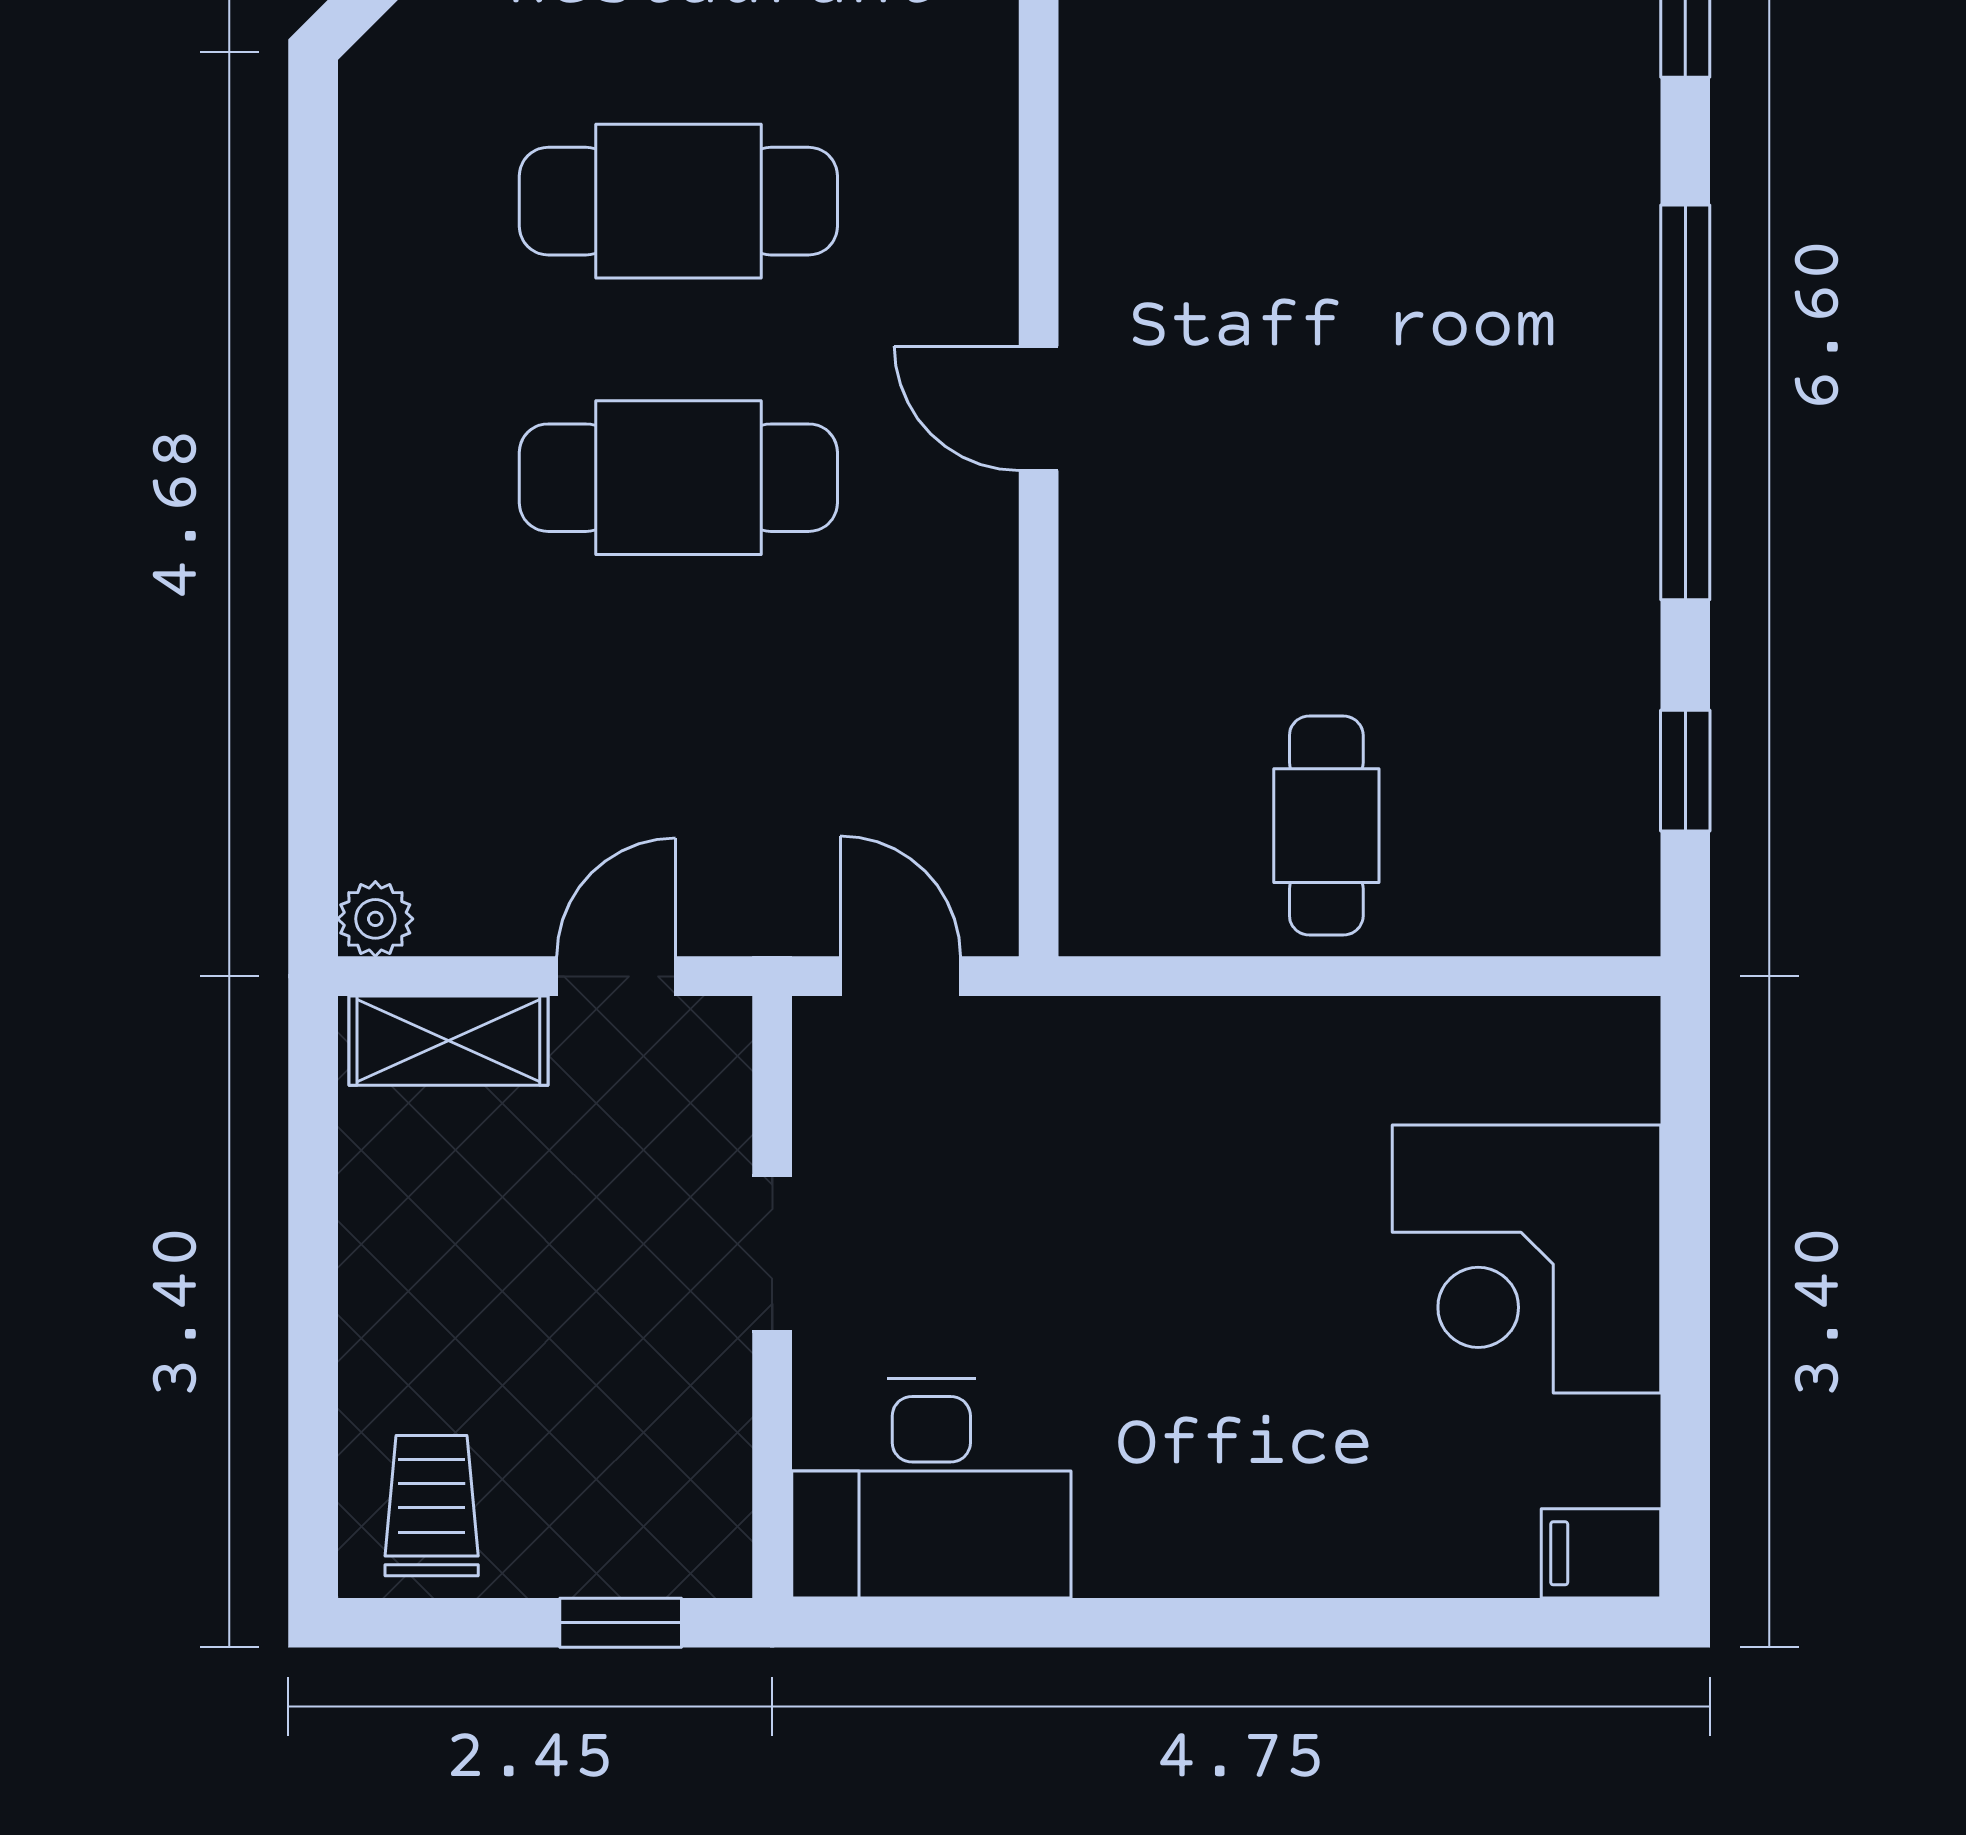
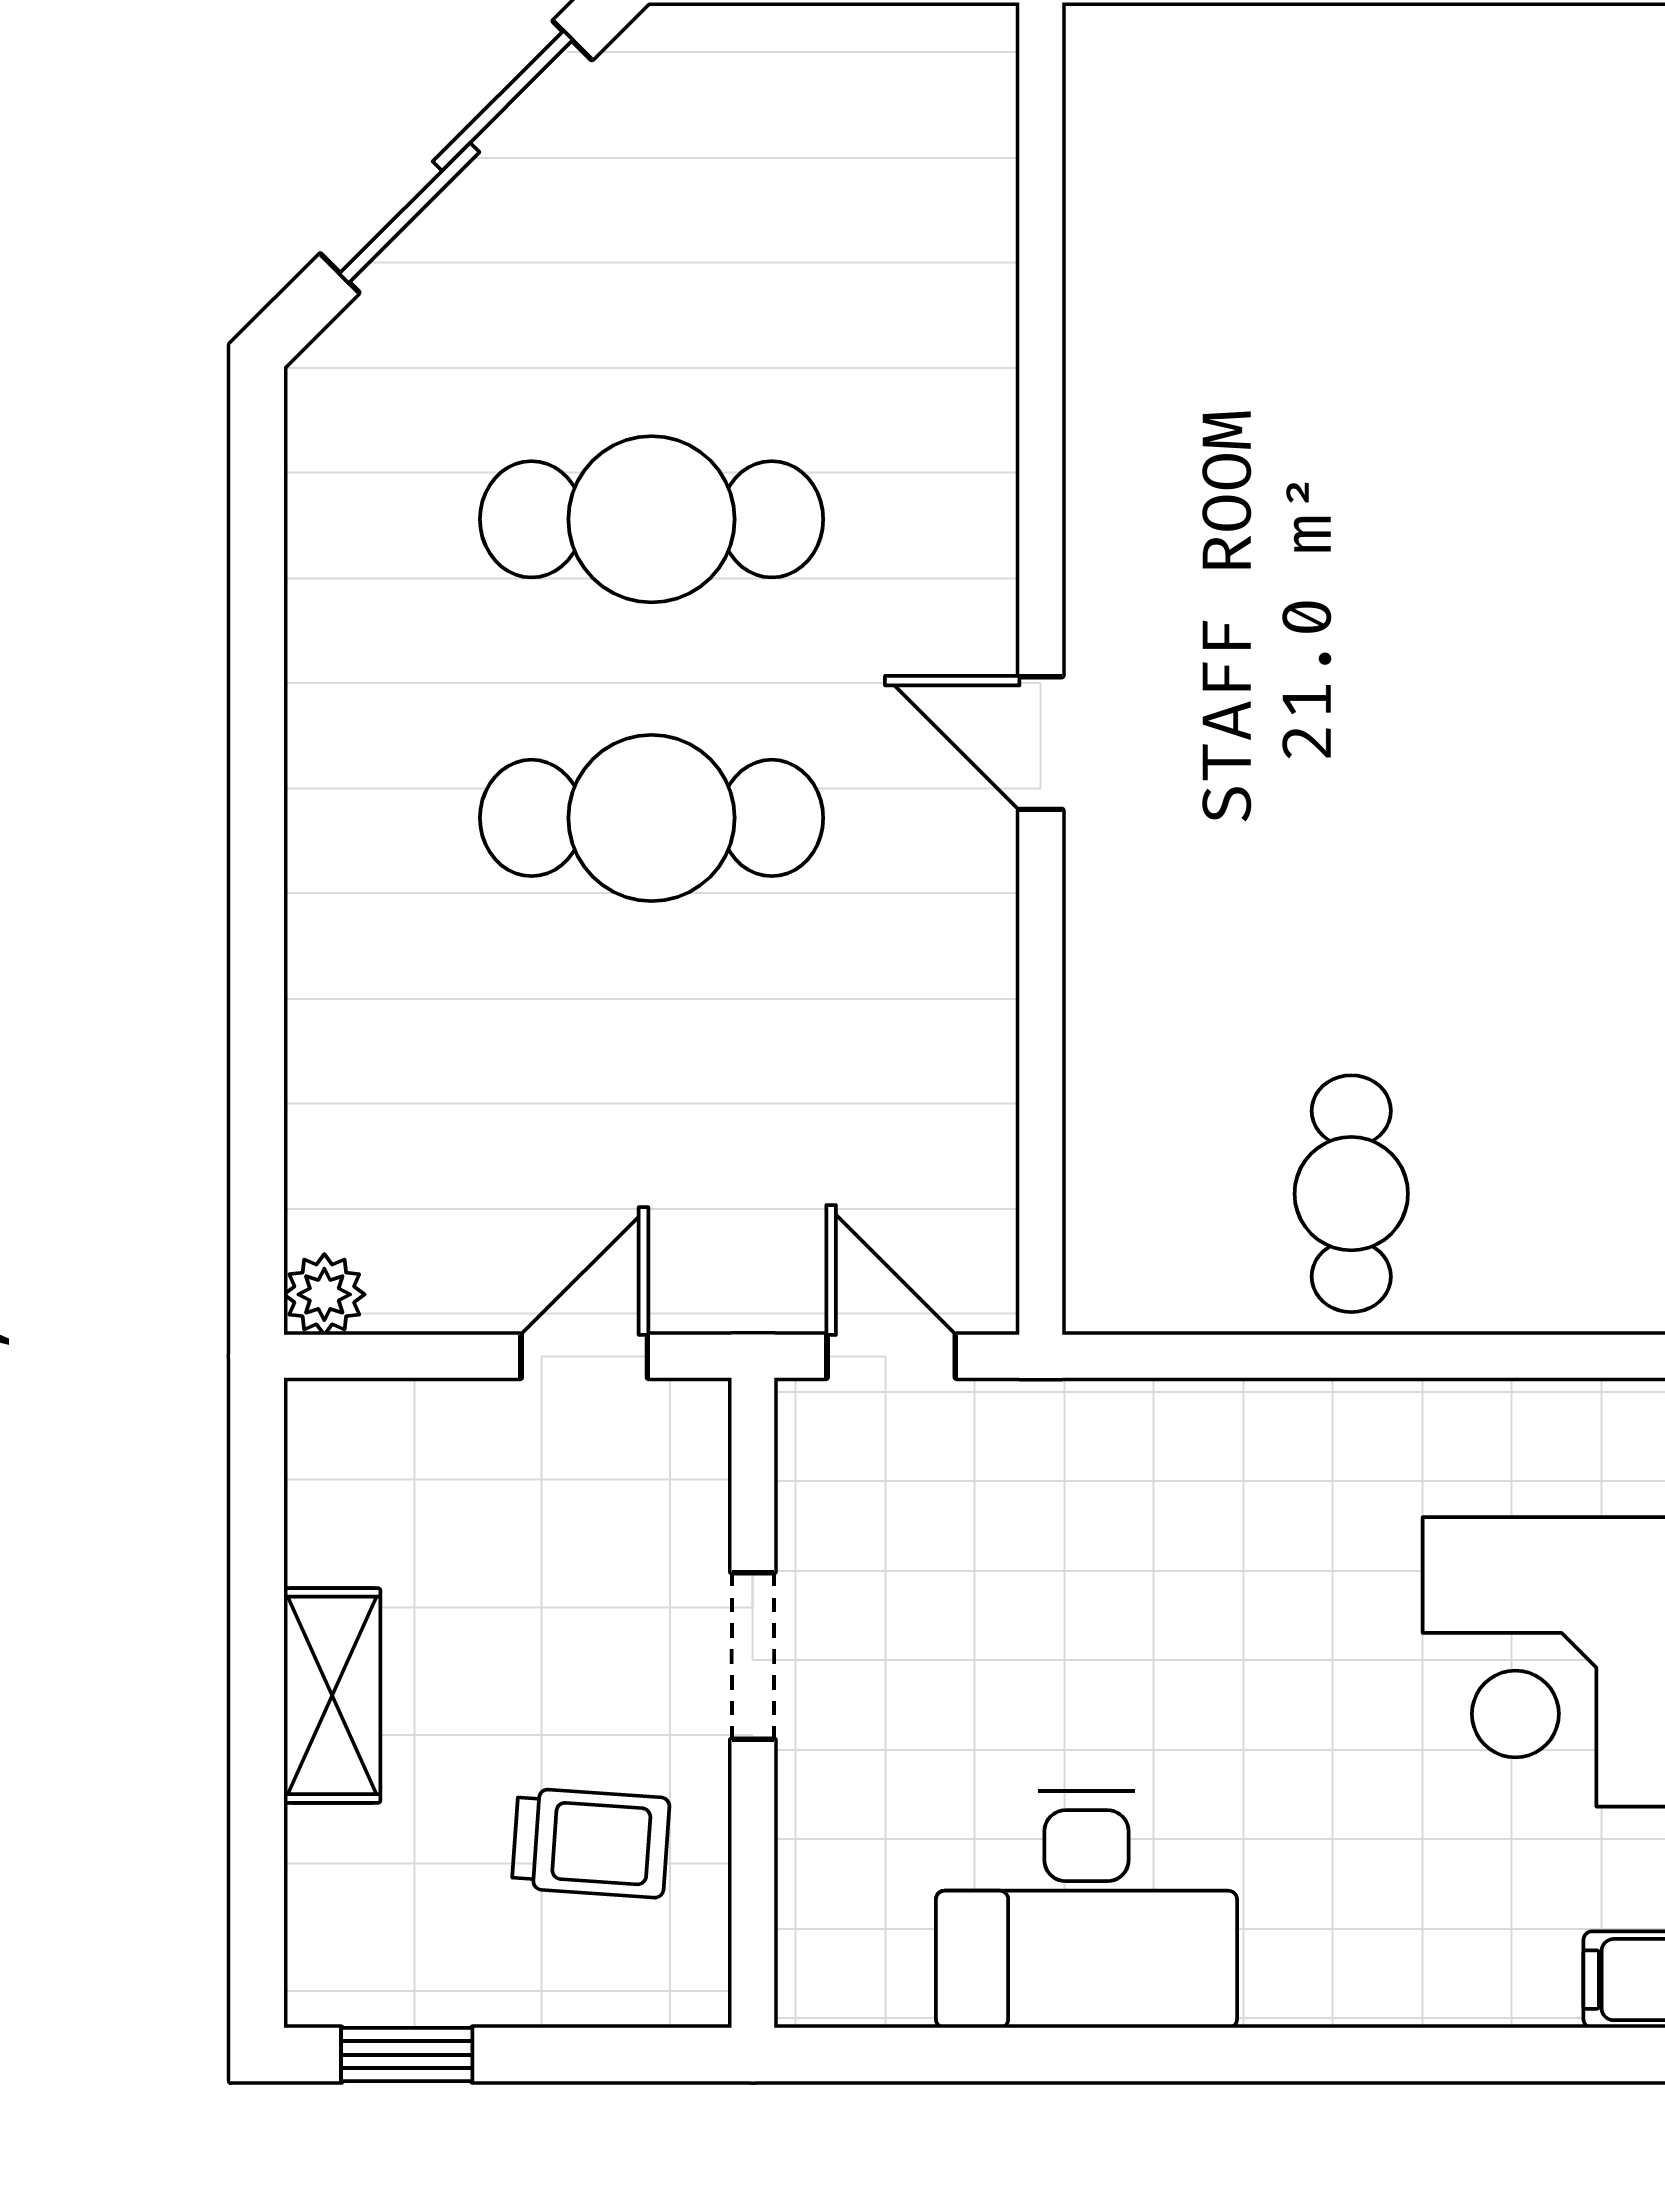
shelving: (448, 1041) -> (332, 1695), moved, turned 90
desk: (931, 1488) -> (1086, 1910), moved
trolley: (432, 1506) -> (591, 1843), moved, turned 94
window: (621, 1623) -> (407, 2055), moved

